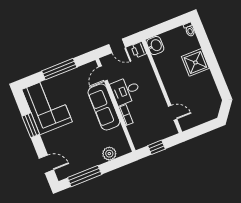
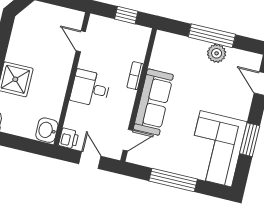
desk: (126, 91) -> (90, 88), moved, turned 180
plant: (109, 154) -> (217, 53), moved
window: (85, 176) -> (212, 36), moved

